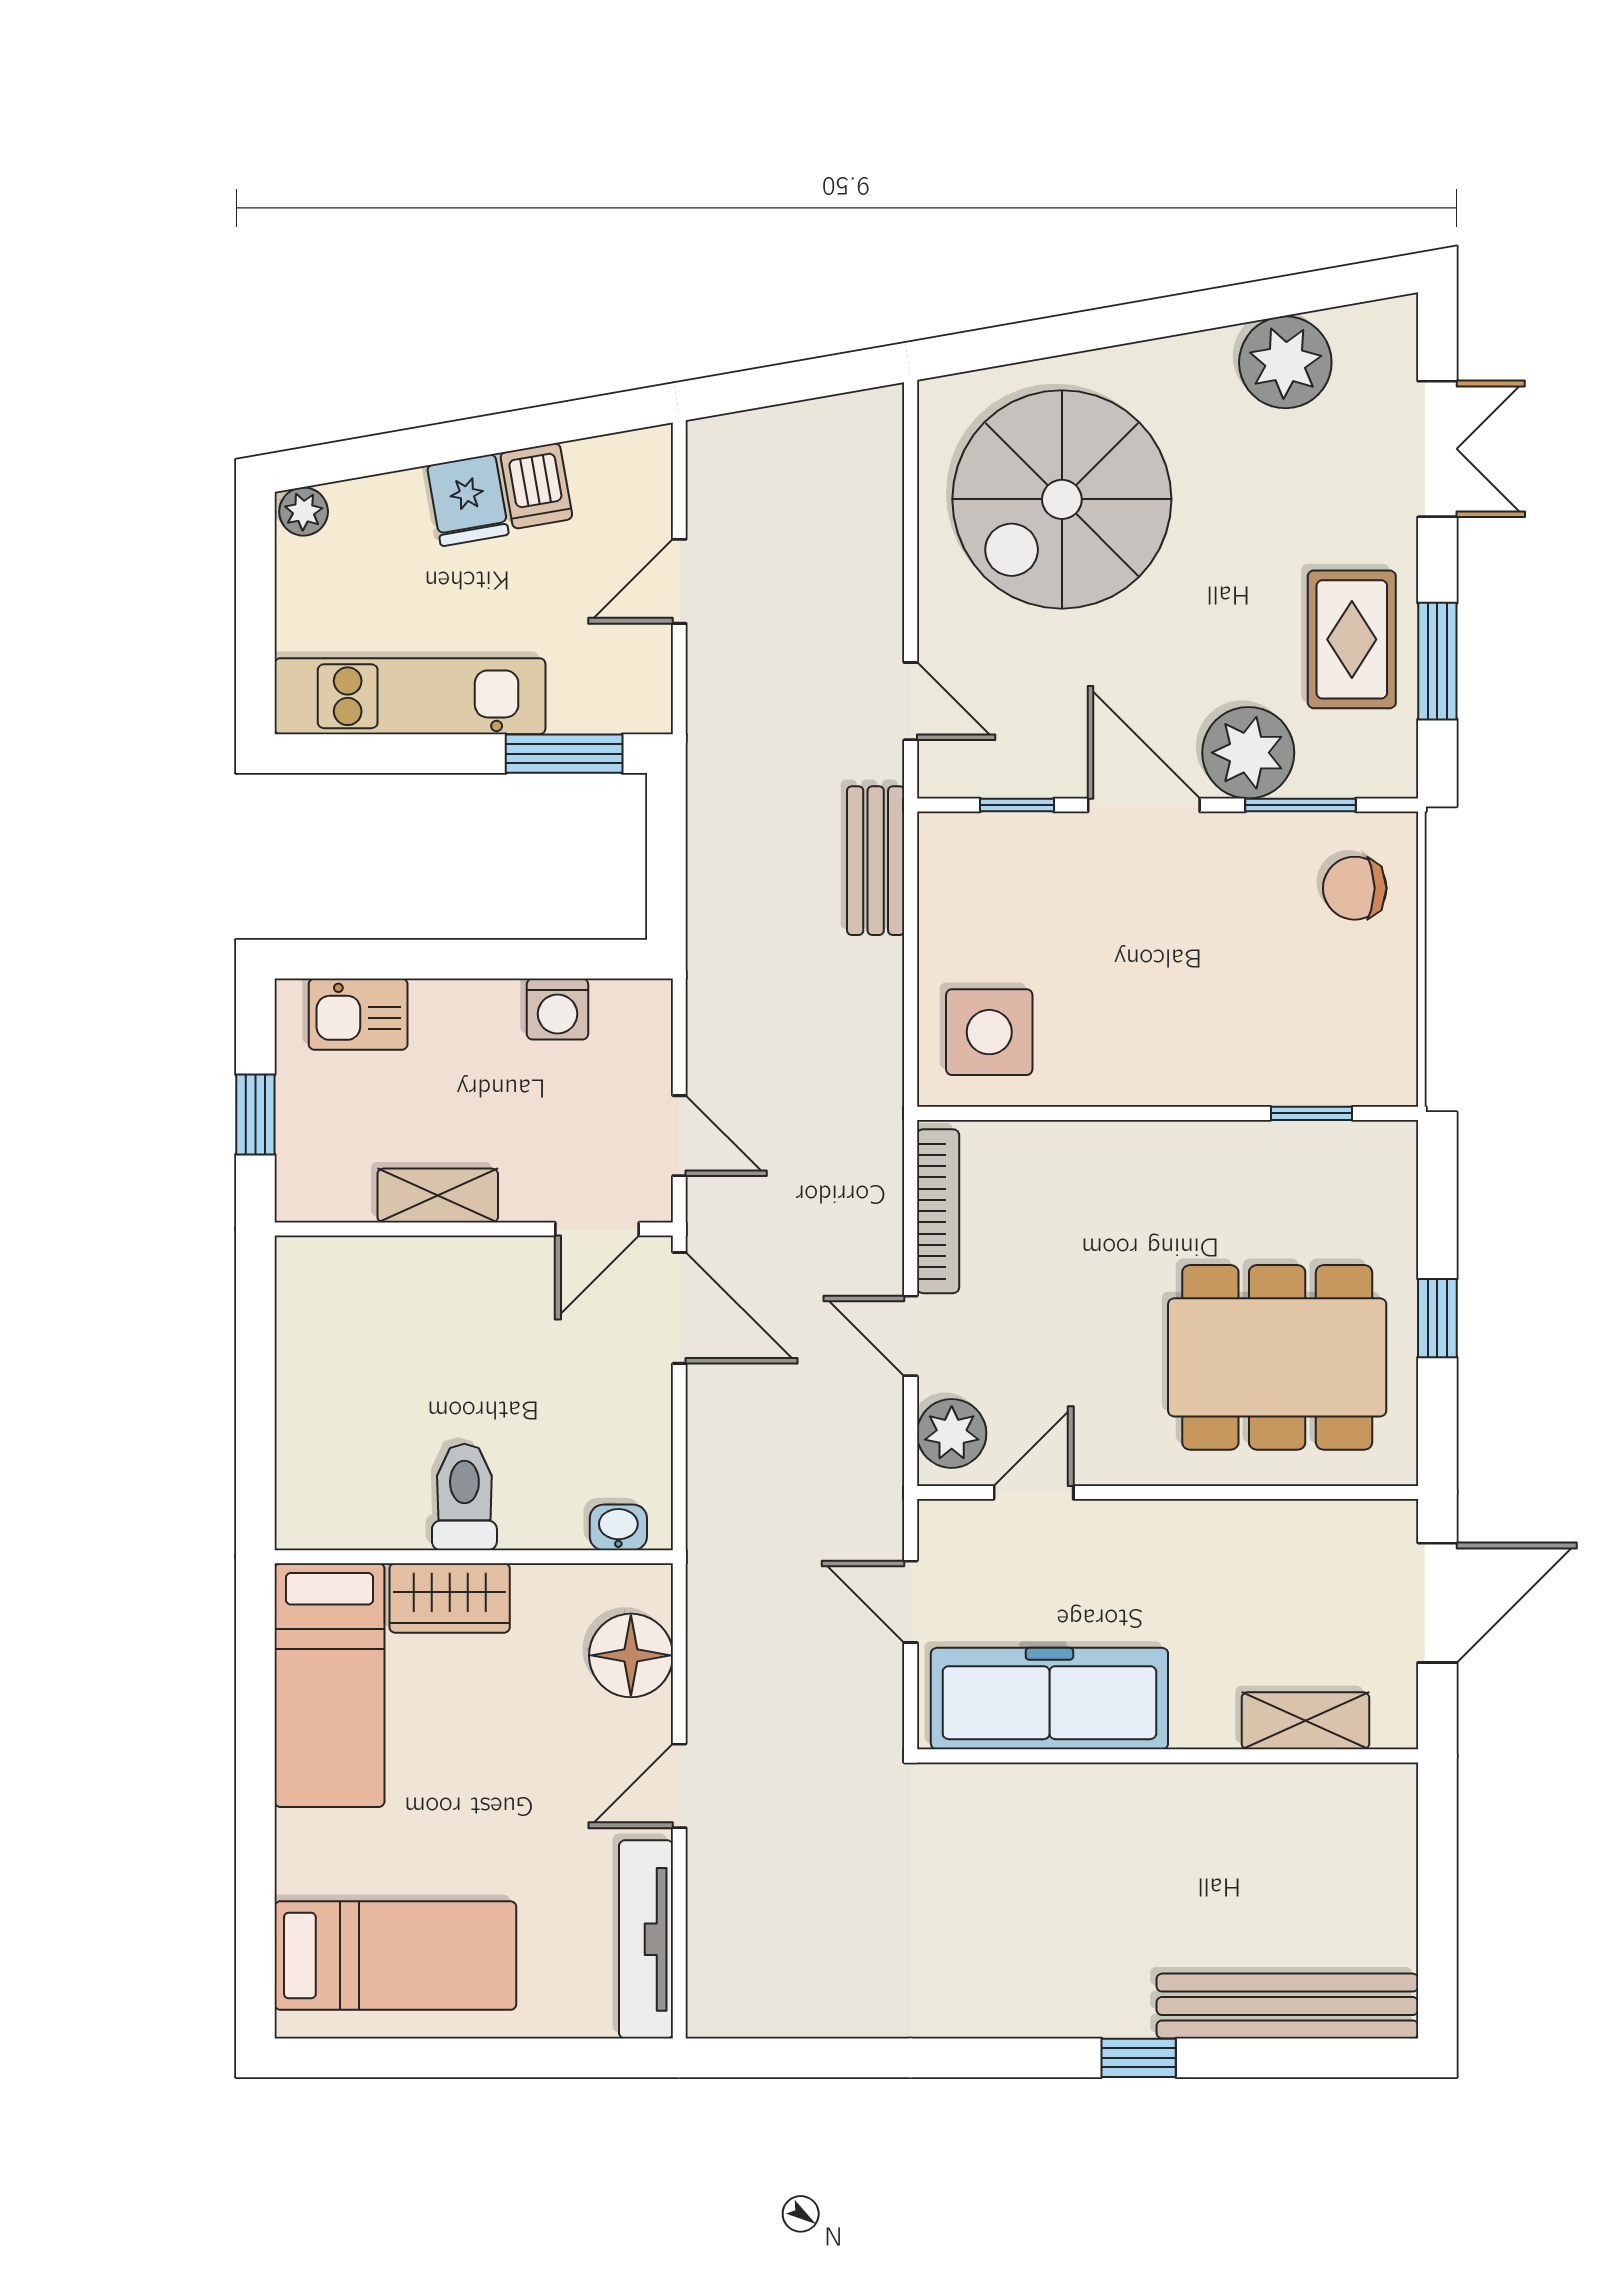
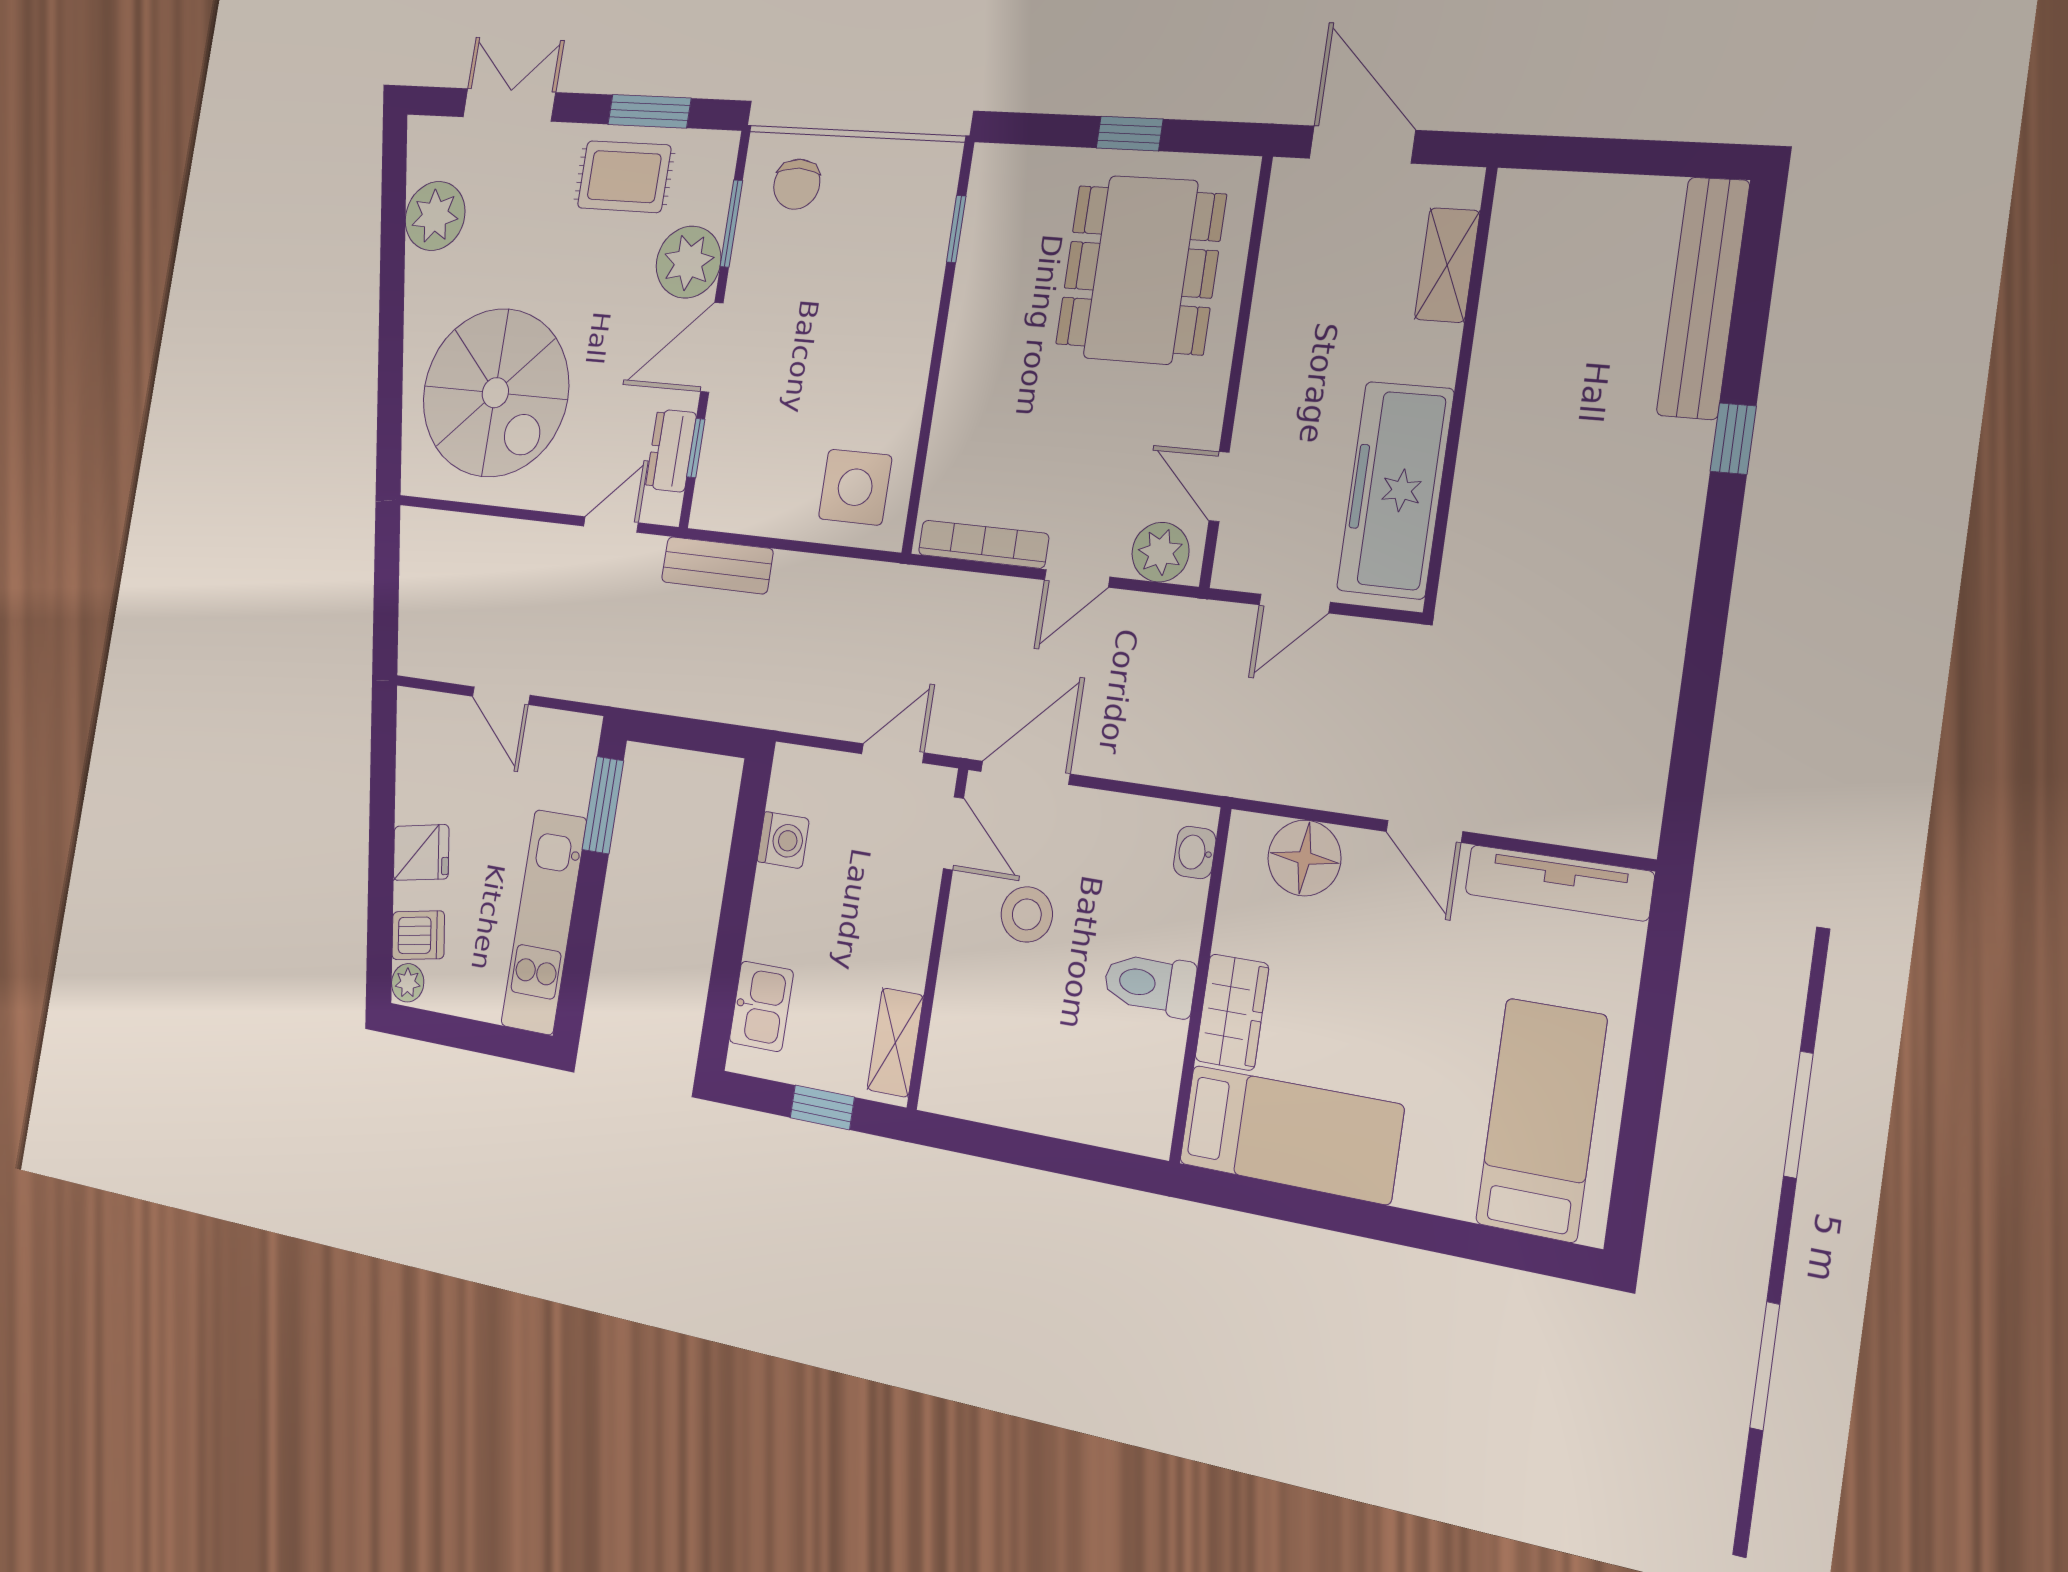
dishwasher: (536, 486) -> (418, 935), moved
dresser: (1011, 770) -> (671, 451), added
shelving: (438, 1196) -> (895, 1042), moved
stool: (518, 1336) -> (1027, 914), added

